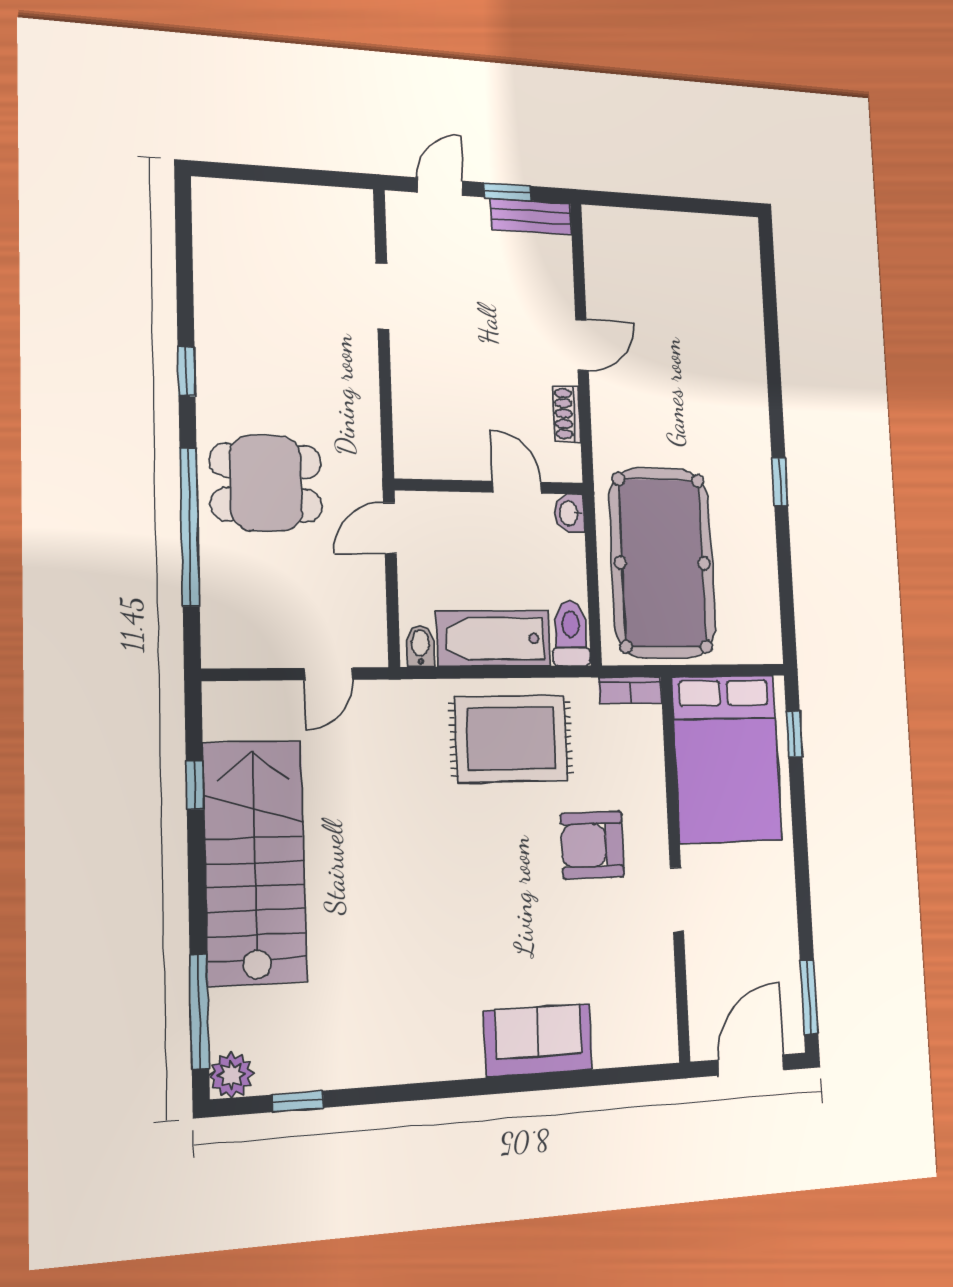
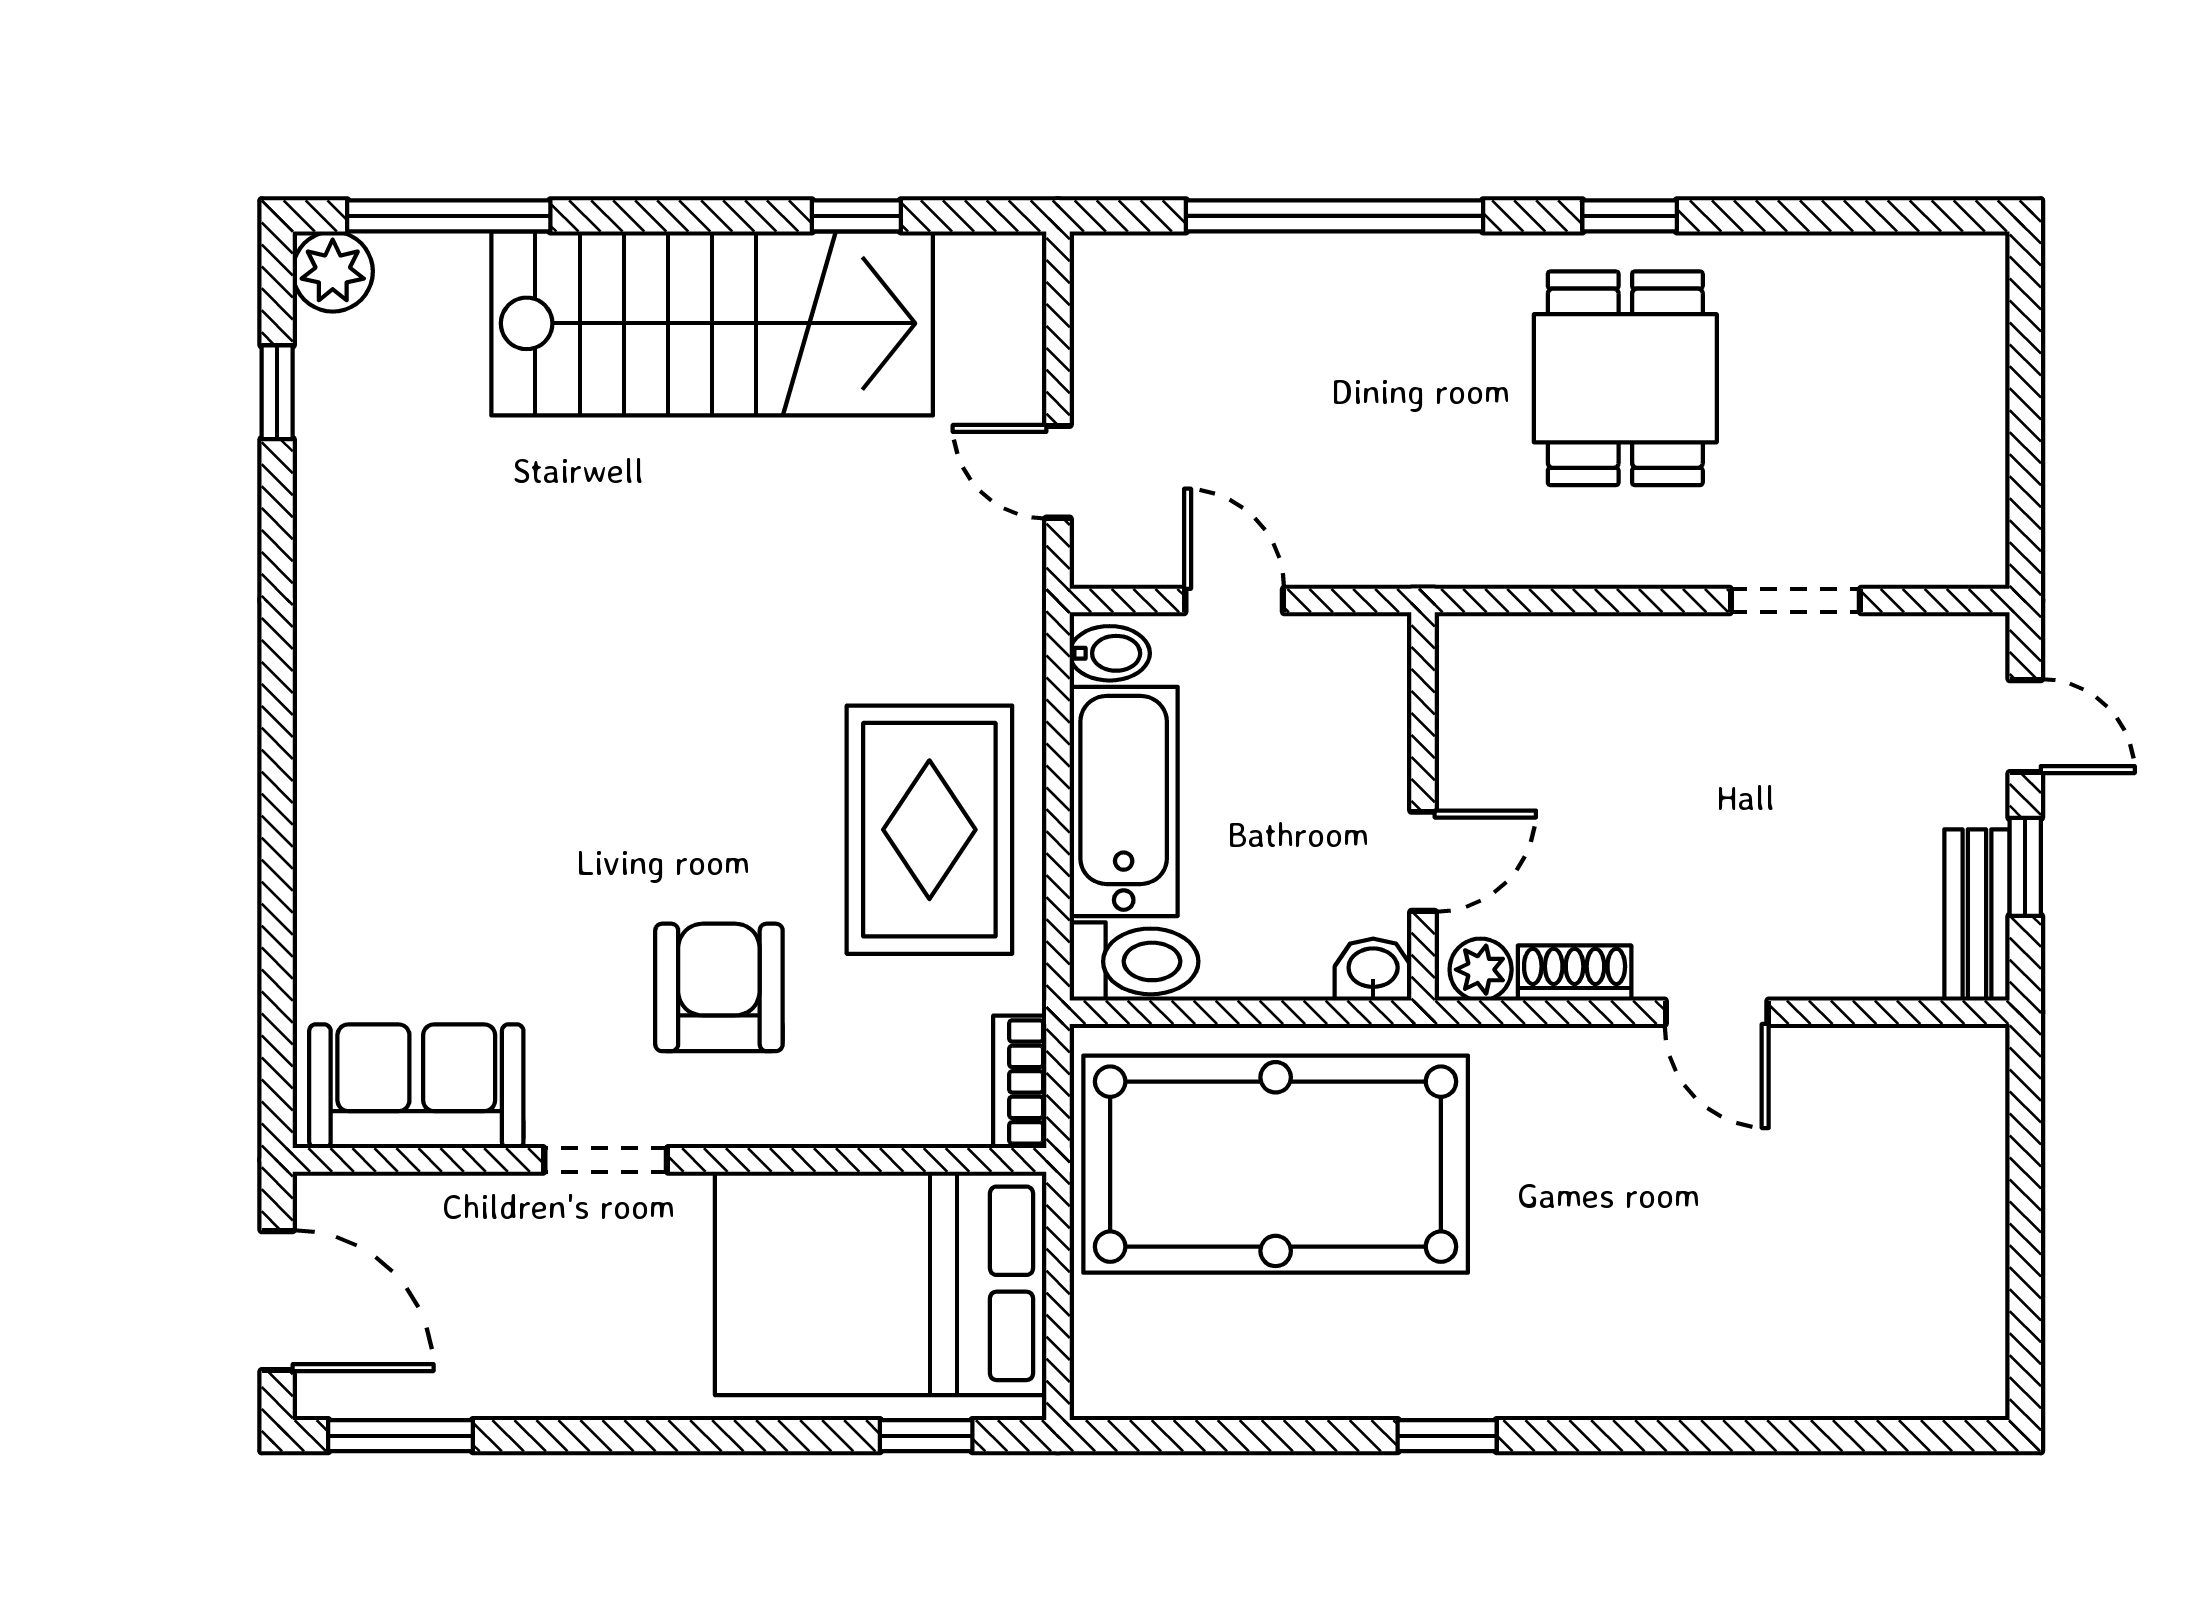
plant: (567, 460) -> (1481, 970), added
dining table: (266, 483) -> (1625, 378), moved
door: (390, 528) -> (1234, 600), moved
sofa: (538, 1040) -> (416, 1086), moved, turned -90

